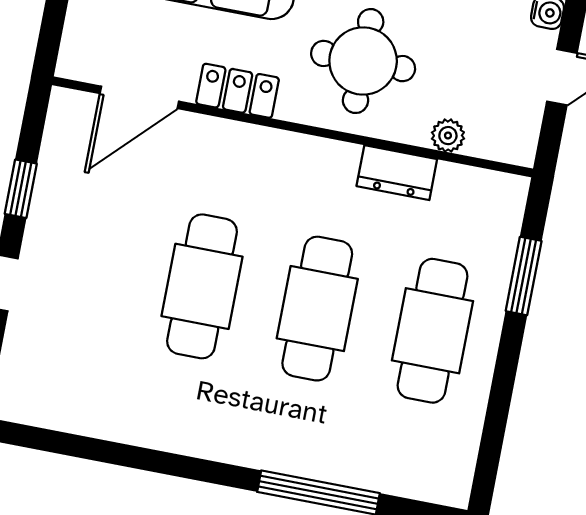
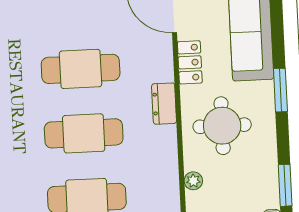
dresser: (397, 173) -> (164, 104), moved

